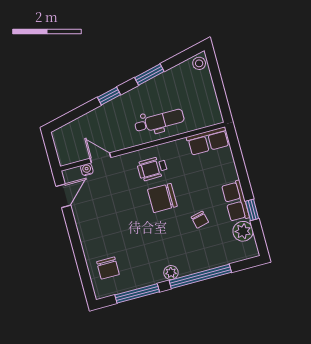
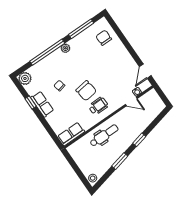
dental chair: (159, 121) -> (104, 136), turned 180
chair: (162, 198) -> (86, 91), turned 82
plant: (243, 231) -> (25, 78), moved

